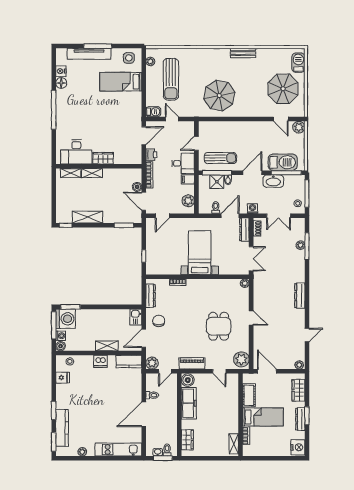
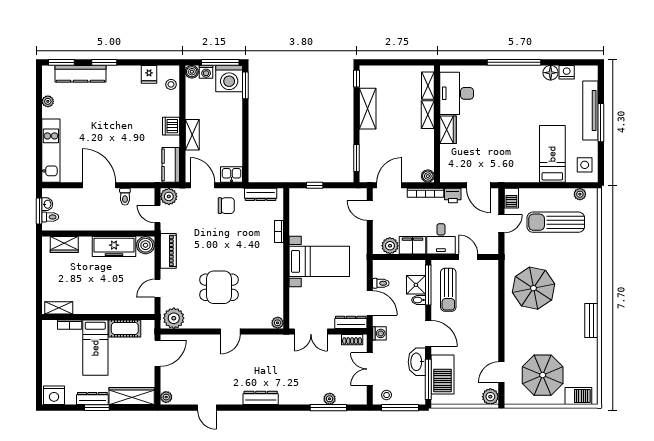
filing cabinet: (188, 179) -> (413, 245), width x2.00
boiler: (137, 187) -> (428, 176), moved
wardrobe: (298, 390) -> (132, 396), width x1.50

